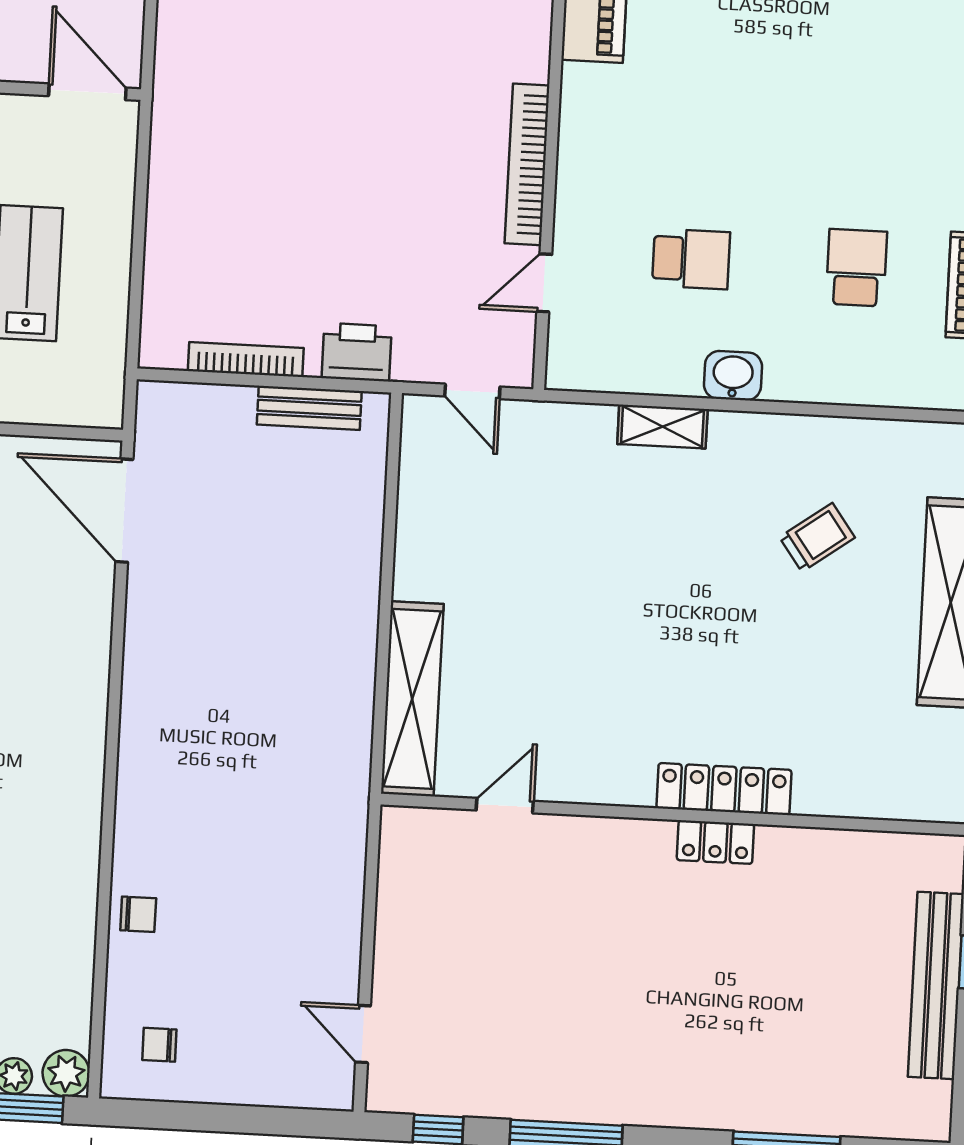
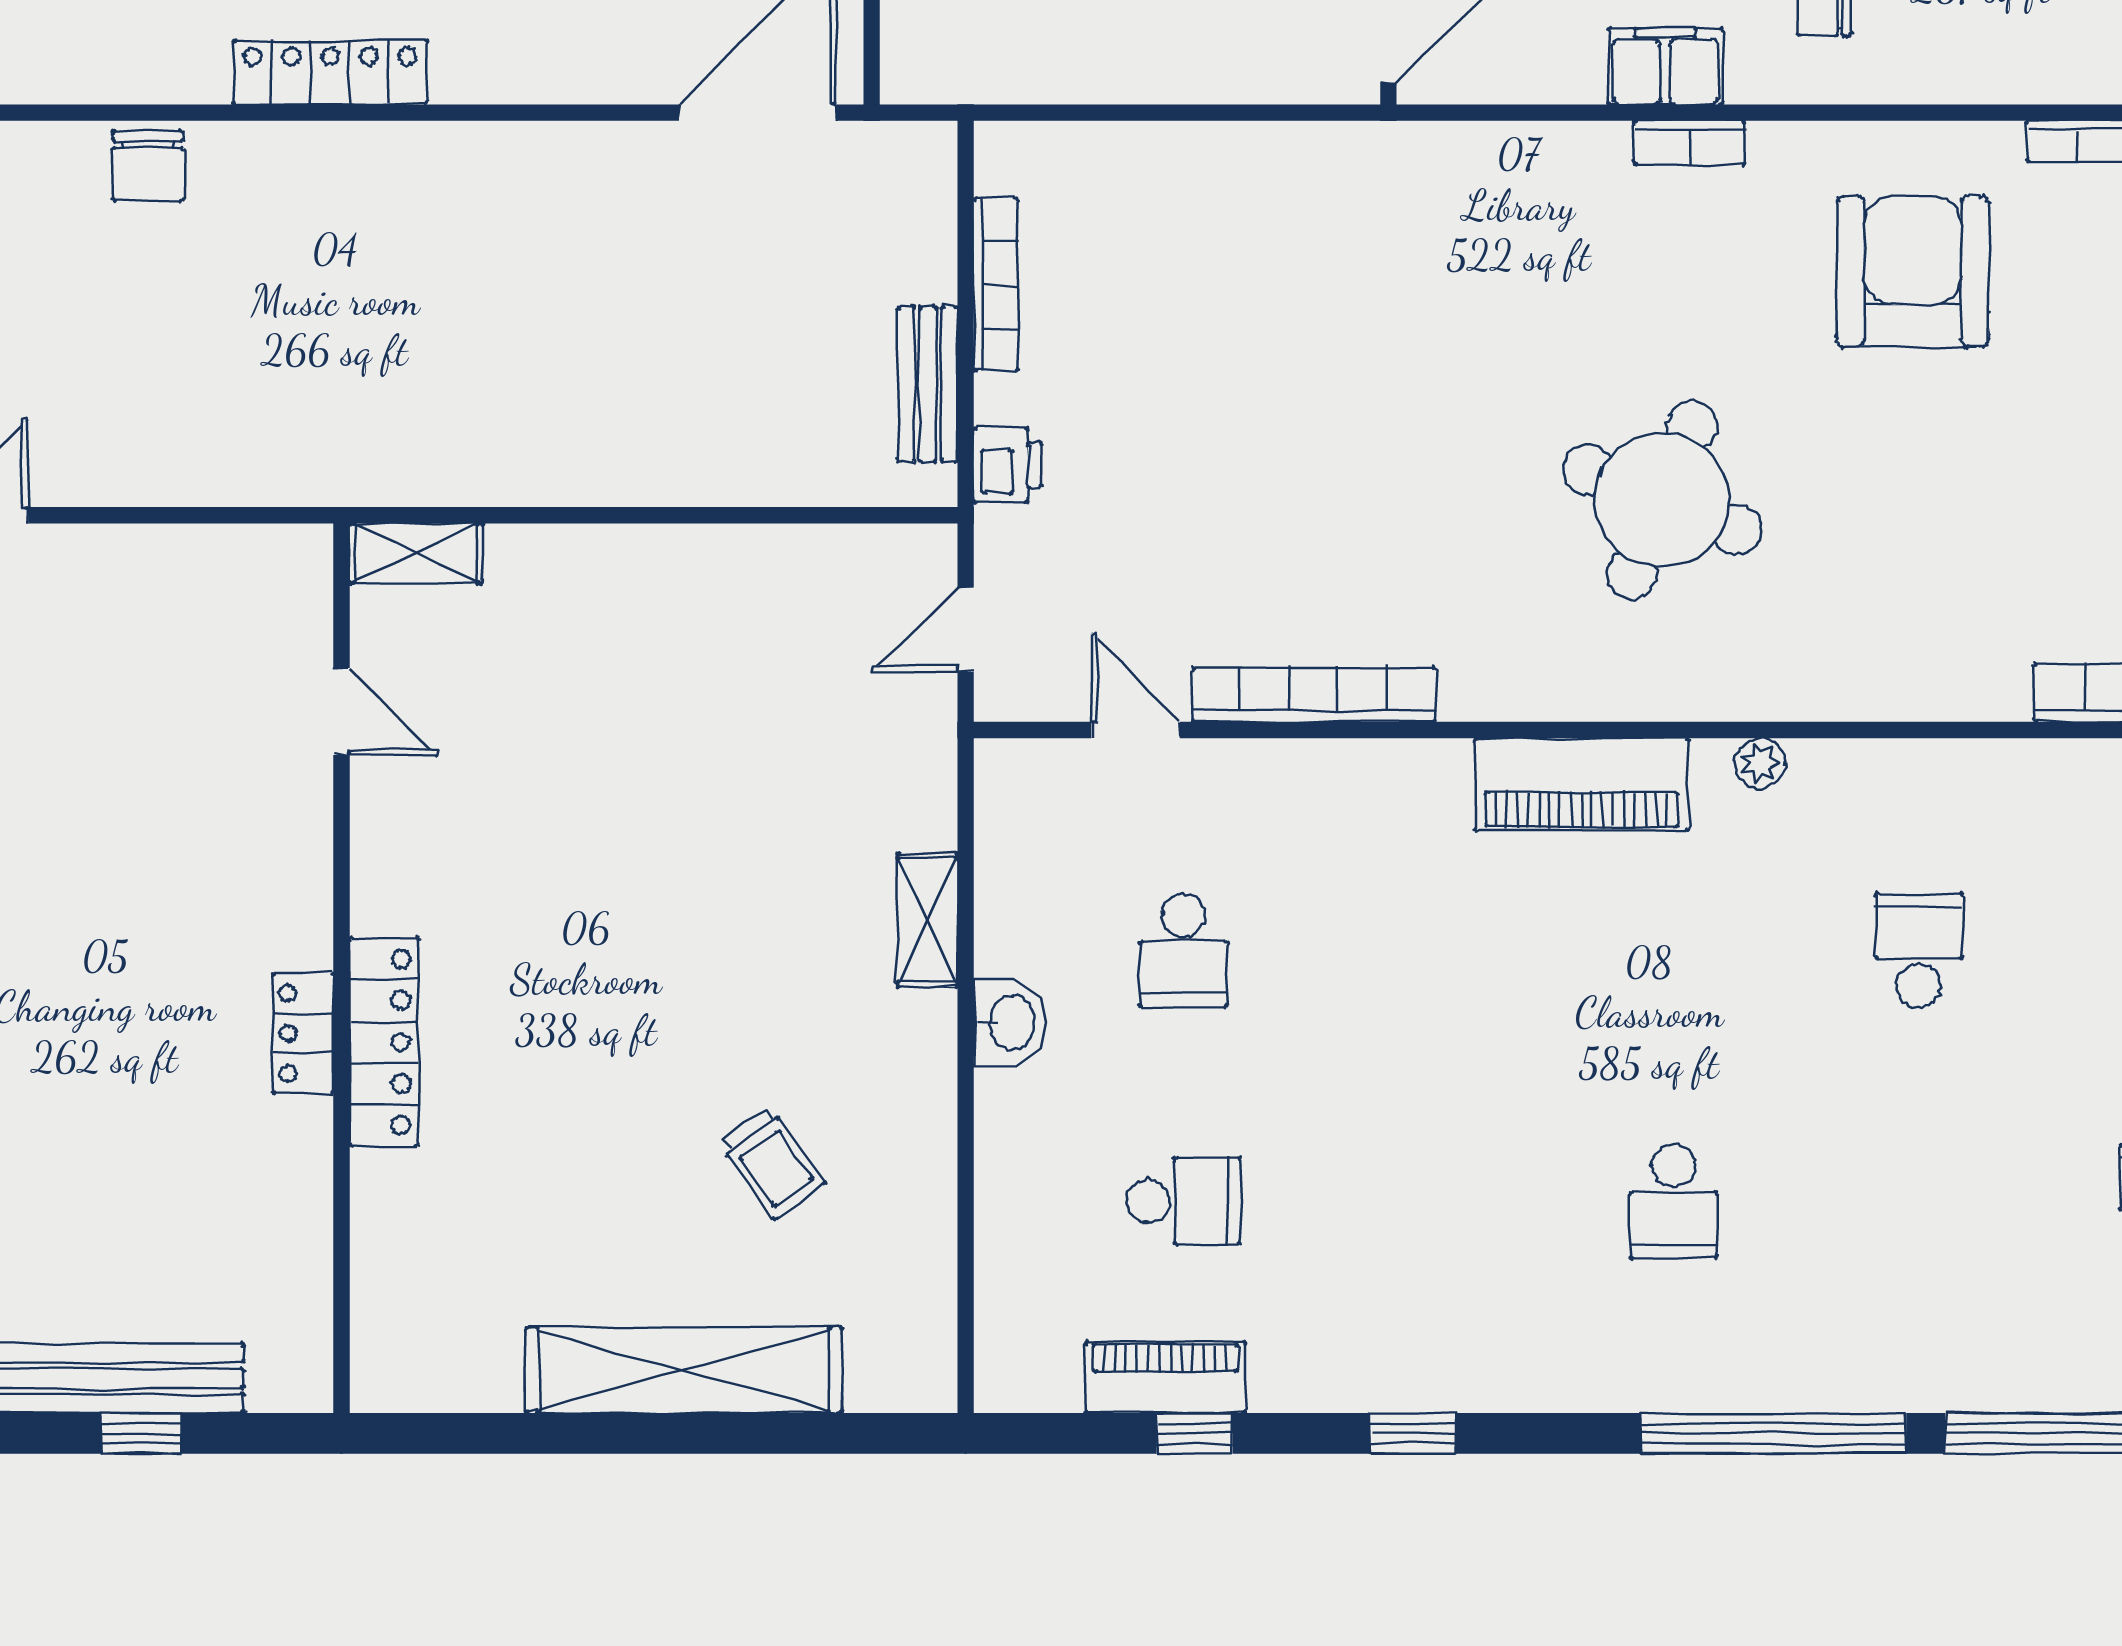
printer: (357, 352) -> (1008, 465), width x0.73, depth x0.81
shelving: (412, 699) -> (416, 553), width x0.45, depth x0.75
locker: (83, 791) -> (330, 72), added
chair: (138, 914) -> (148, 166), width x1.37, depth x1.37

